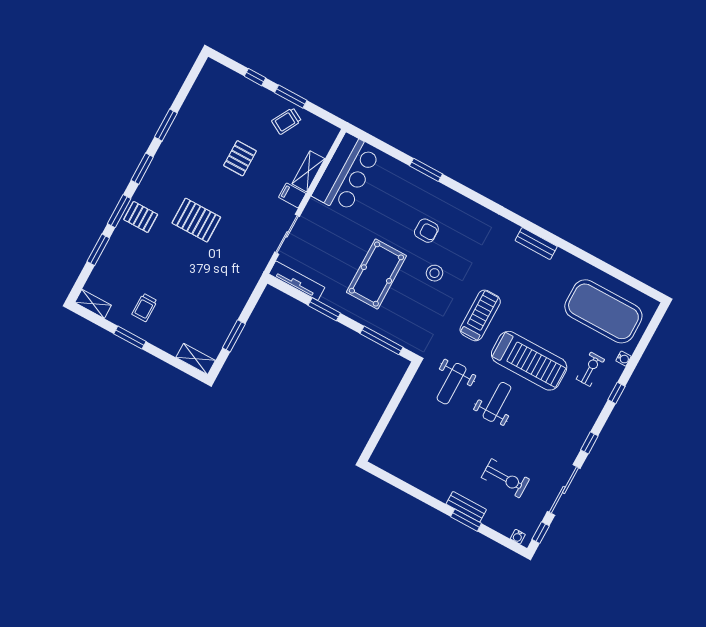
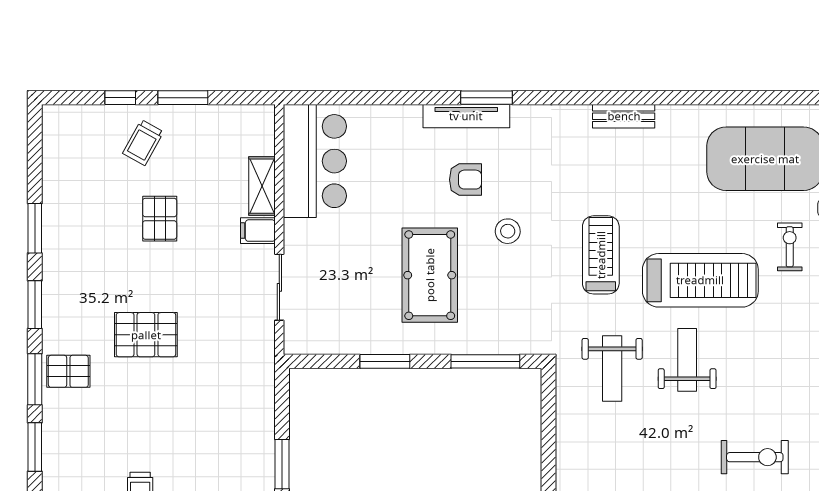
trolley: (286, 121) -> (143, 143), moved
window: (426, 170) -> (487, 98), moved
tv unit: (297, 281) -> (466, 116), moved, turned 180

